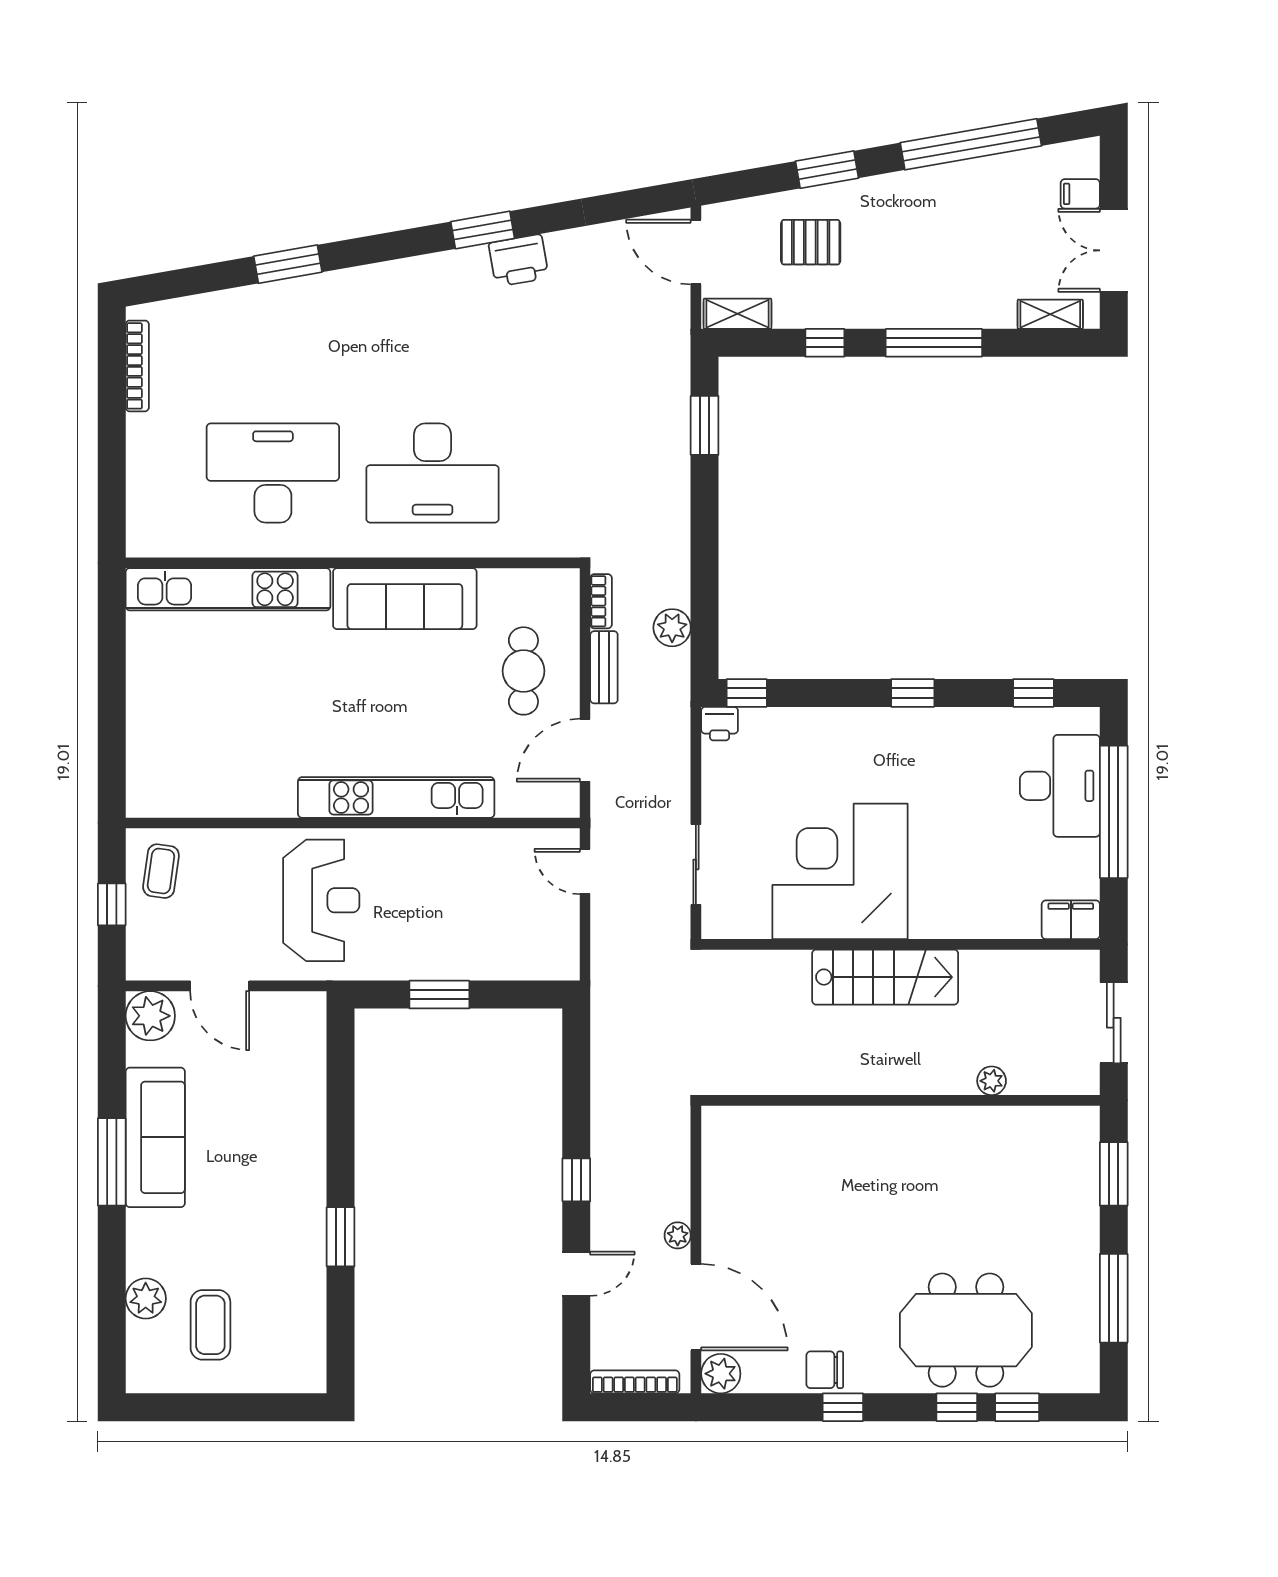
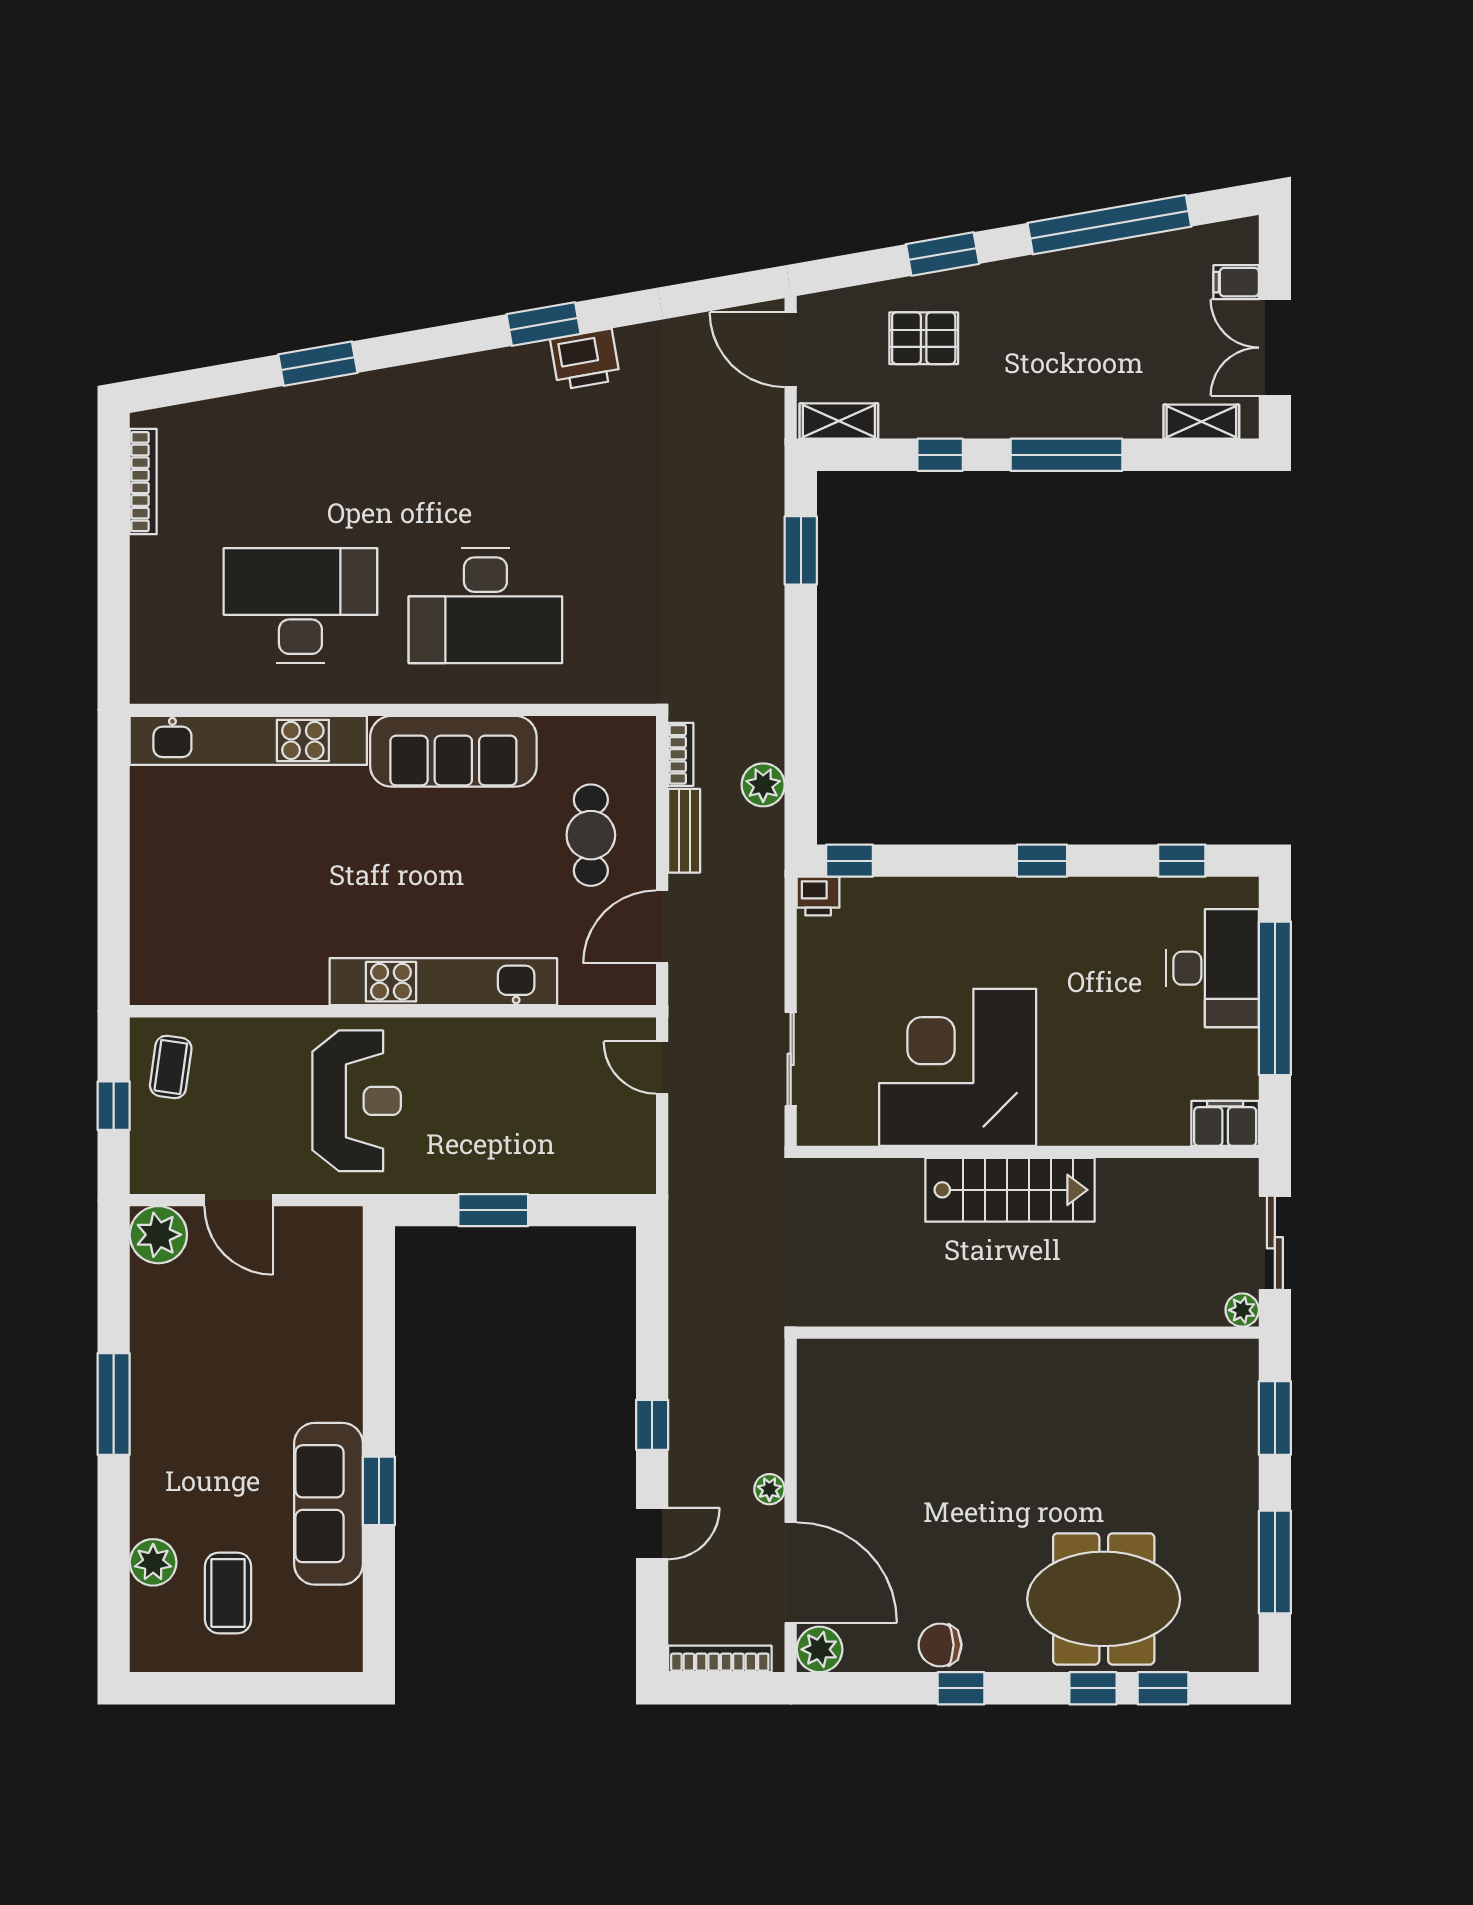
plant: (992, 1081) -> (1242, 1310), moved
sofa: (155, 1137) -> (328, 1504), moved, turned 180

